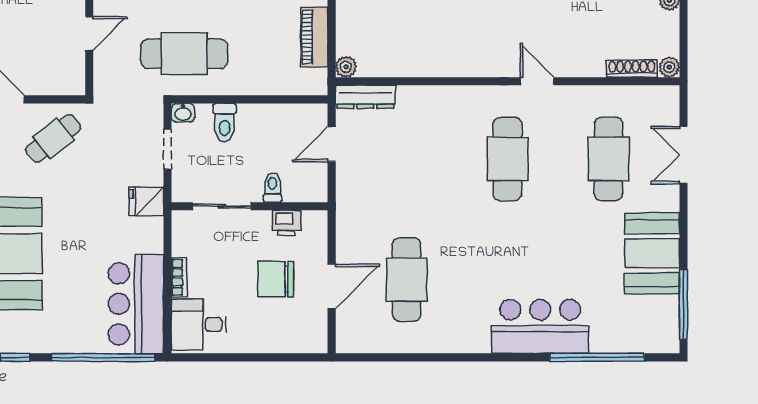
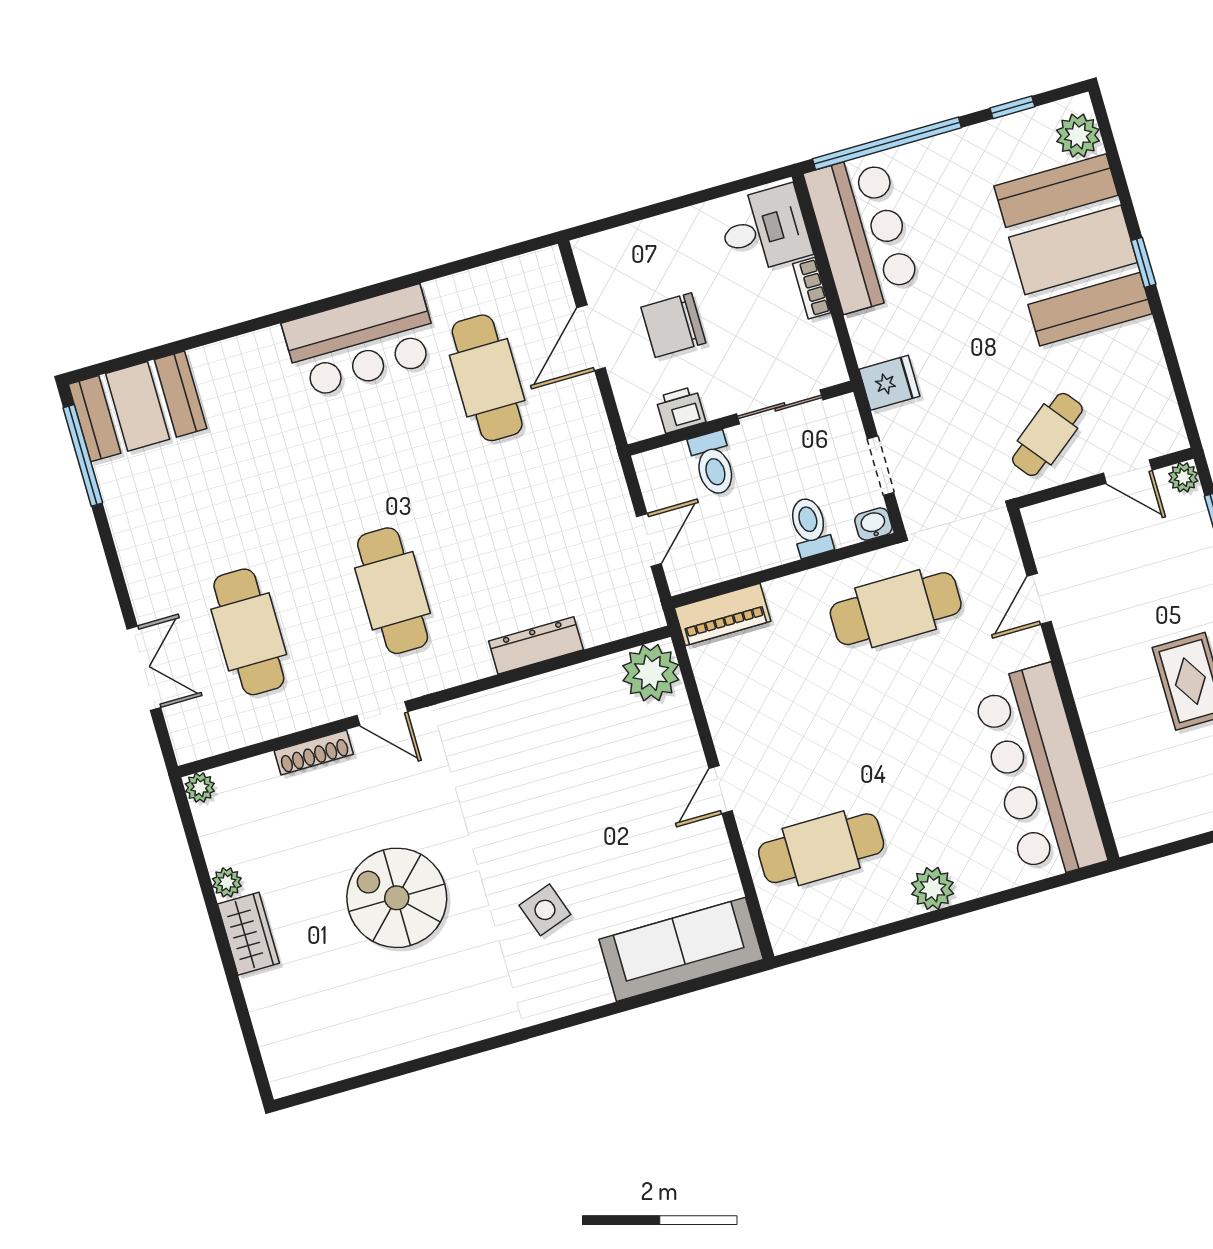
piano: (314, 37) -> (723, 615), moved, turned 90
plant: (346, 67) -> (651, 673), width x1.87, depth x1.87
shoe rack: (632, 69) -> (314, 752), moved
dresser: (365, 97) -> (536, 645), moved
toilet: (272, 188) -> (713, 464), width x1.37, depth x1.39
booth: (652, 253) -> (138, 406), moved, turned 90
chair: (276, 279) -> (673, 325), turned 180
bar counter: (540, 326) -> (361, 342), moved
window: (597, 357) -> (184, 345), removed

